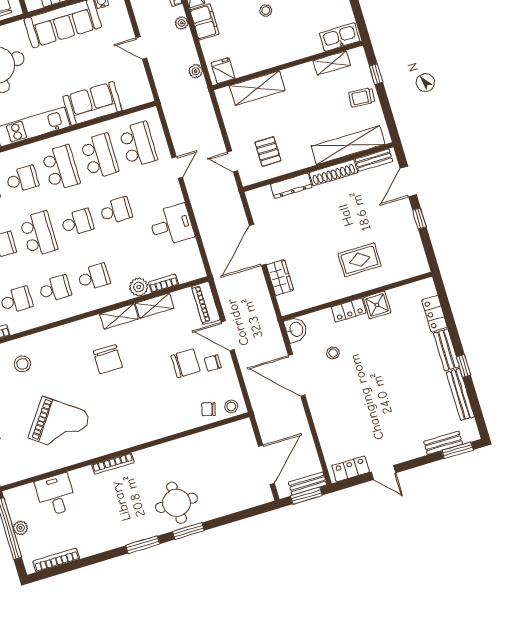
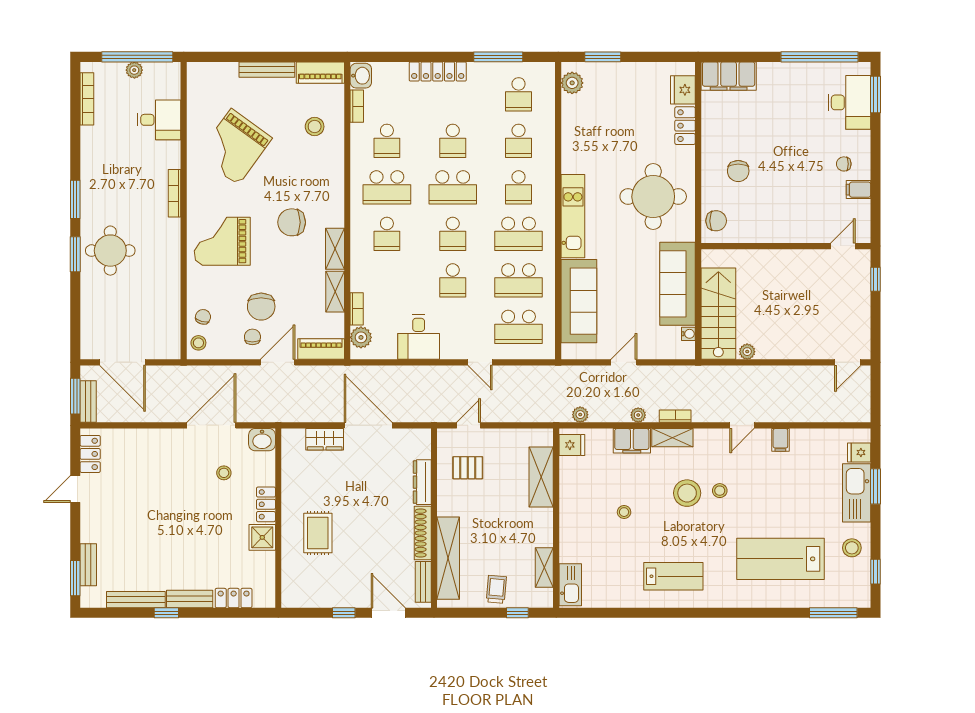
sofa: (93, 103) -> (579, 301), width x1.36
plant: (139, 287) -> (361, 337), moved
school desk: (55, 289) -> (387, 187), width x1.85
grand piano: (141, 412) -> (222, 241), added

